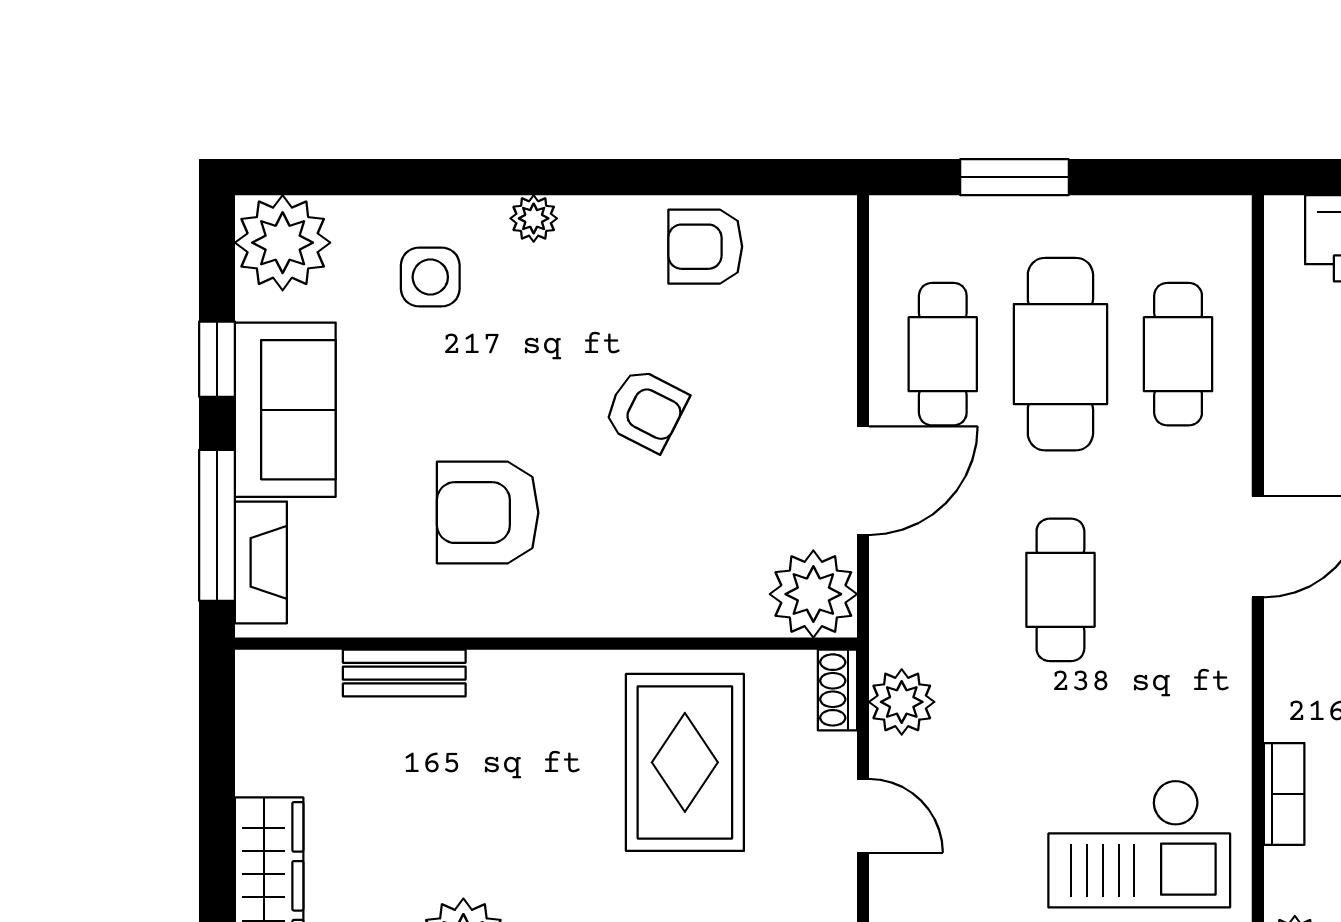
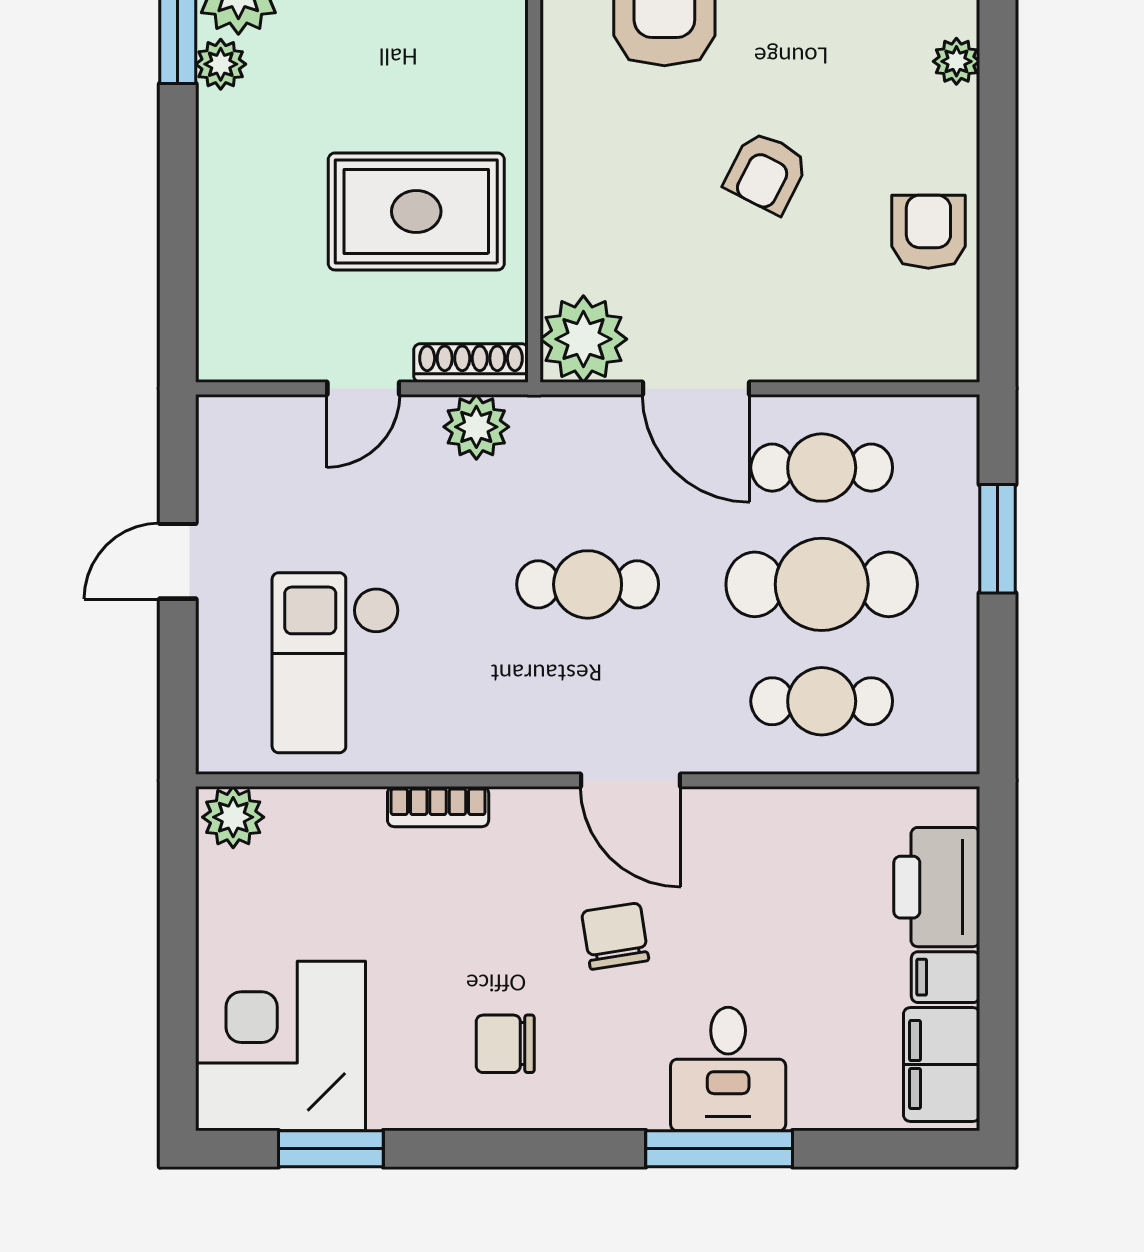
shoe rack: (837, 690) -> (471, 363), width x1.43
bookcase: (1284, 794) -> (438, 807), moved

